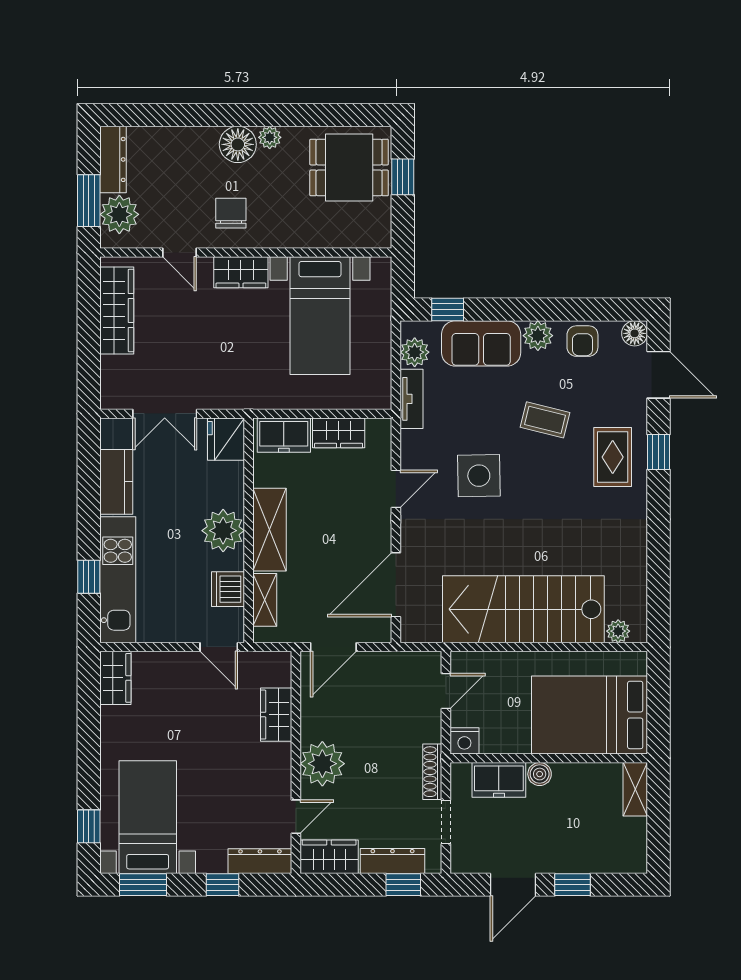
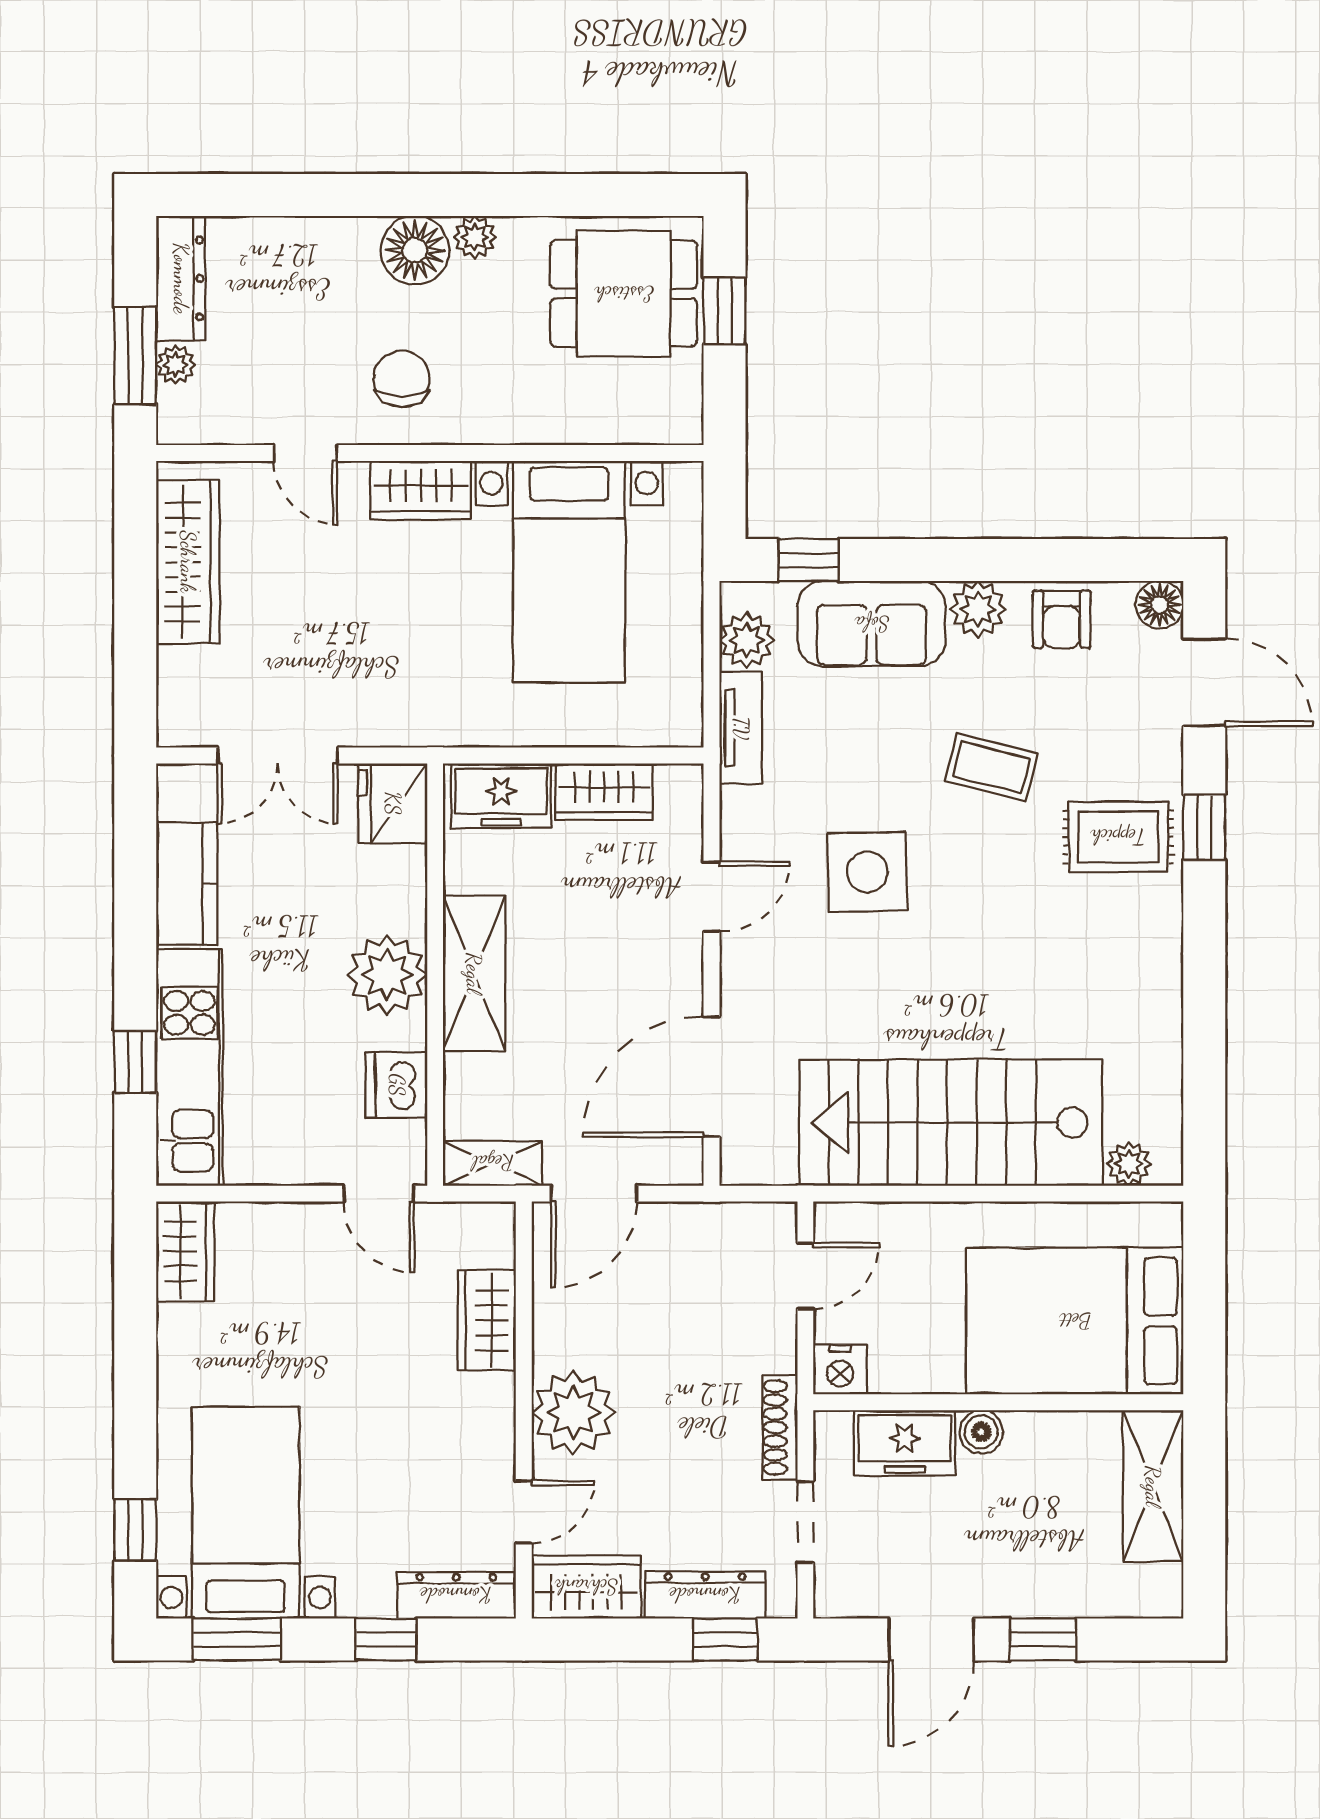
plant: (119, 214) -> (176, 365), width x0.53, depth x0.53
rug: (613, 457) -> (1118, 837), turned 90
shelving: (265, 600) -> (493, 1163), moved, turned 90
shelving: (635, 789) -> (1153, 1486), width x1.50, depth x1.33

